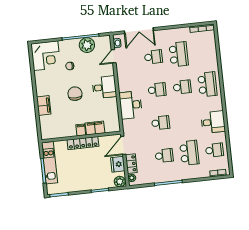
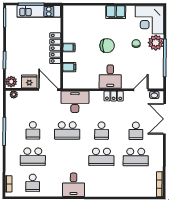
plant: (87, 45) -> (156, 43), moved
door: (114, 56) -> (141, 90), hinge flipped
school desk: (207, 84) -> (101, 183), removed
school desk: (182, 87) -> (101, 157), width x1.85
desk: (131, 105) -> (75, 102), moved
filing cabinet: (44, 106) -> (116, 12), moved
desk: (213, 122) -> (74, 185), moved
school desk: (161, 123) -> (67, 131), width x1.85
filing cabinet: (95, 128) -> (69, 67), width x0.50
locker: (131, 164) -> (114, 96), moved

